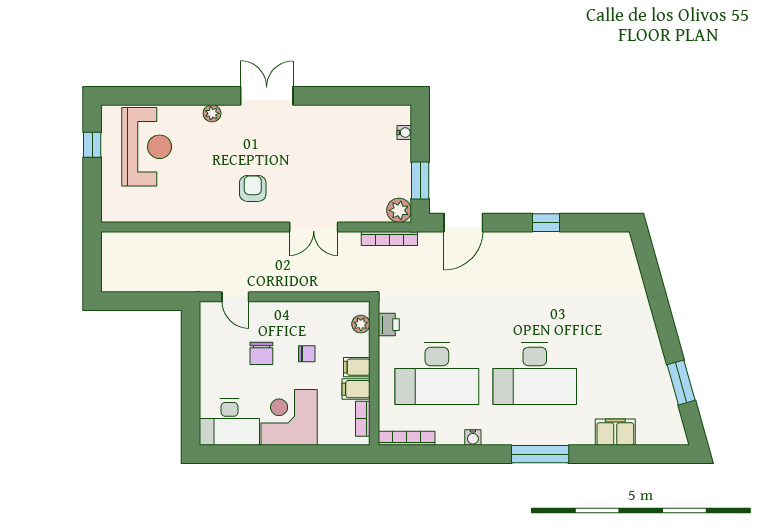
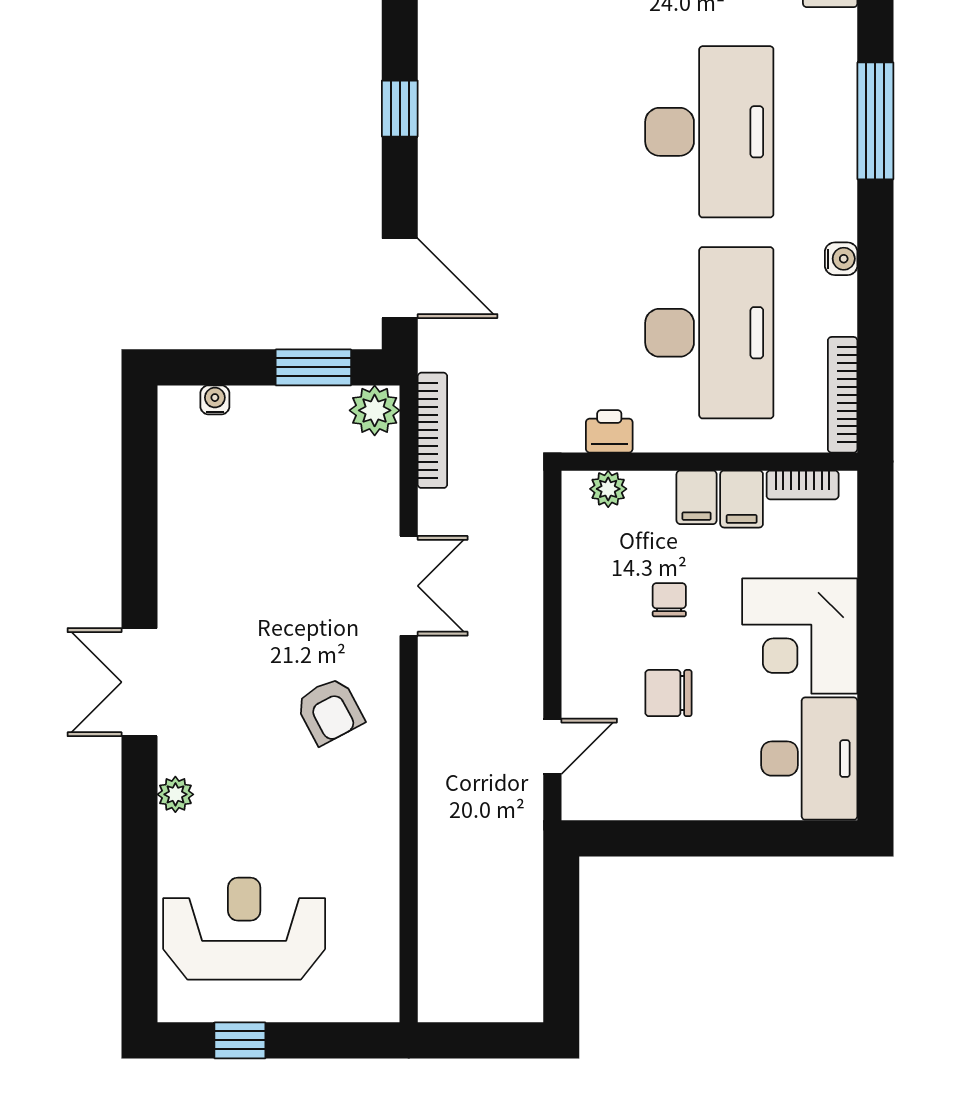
armchair: (253, 188) -> (330, 711), turned -118
chair: (261, 353) -> (668, 693), turned 180

